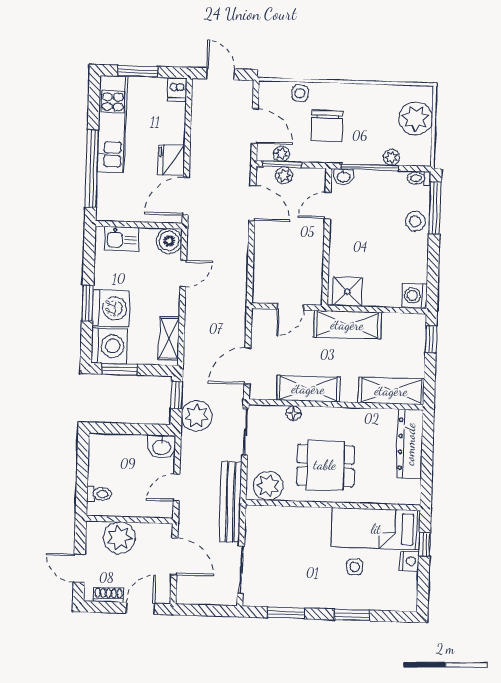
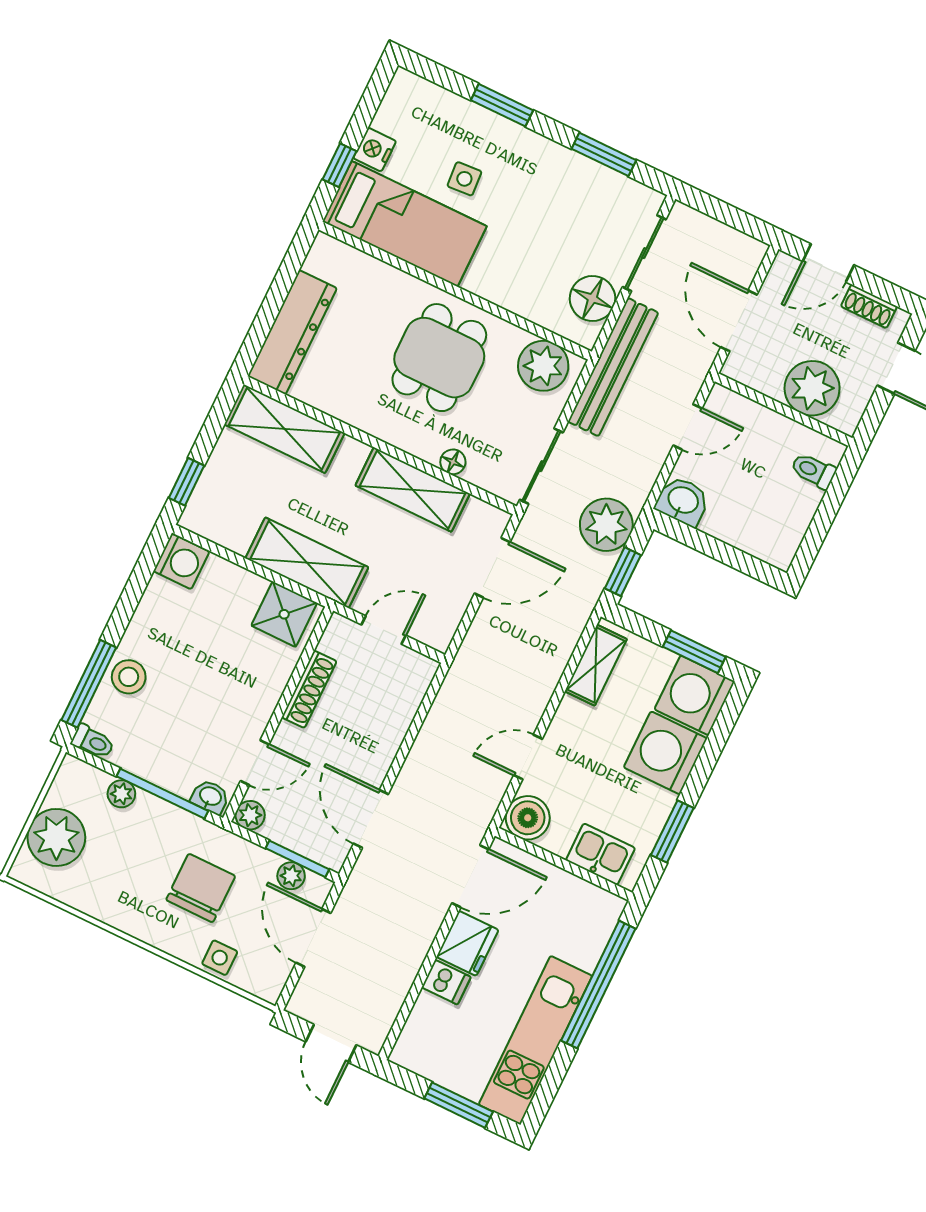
dishwasher: (177, 89) -> (446, 982), moved, turned 90
plant: (284, 175) -> (250, 815), moved
shoe rack: (316, 258) -> (309, 689), added
window: (88, 303) -> (672, 831), moved
dining table: (325, 465) -> (439, 358), turned 90
floor lamp: (258, 533) -> (592, 298), added

